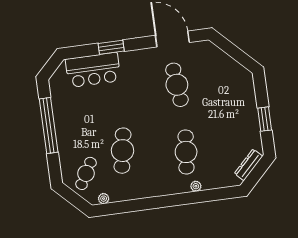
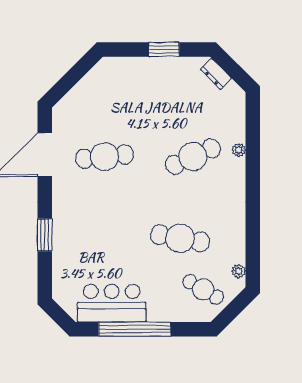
bar counter: (93, 70) -> (112, 303), moved, turned -90
cafe table: (186, 152) -> (193, 157), turned -30
dresser: (249, 165) -> (216, 74), width x0.70

